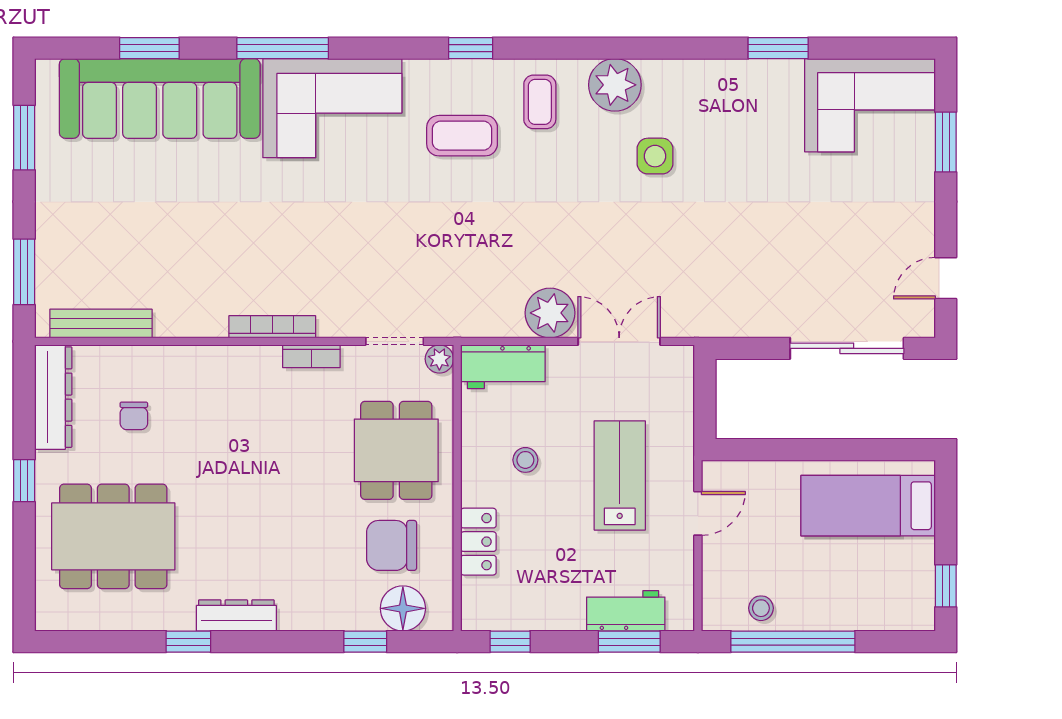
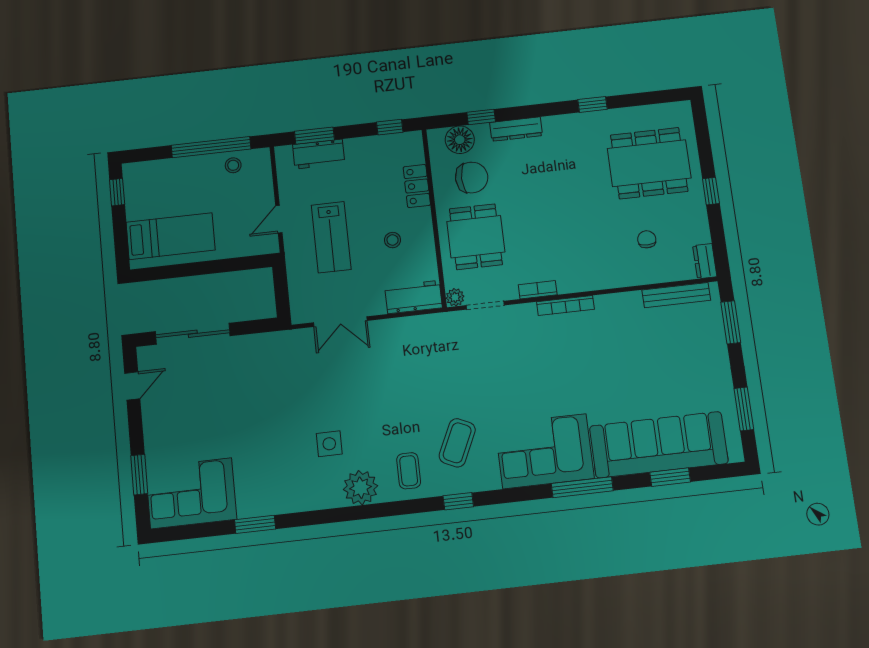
coffee table: (462, 136) -> (457, 443), turned -65
plant: (550, 313) -> (387, 335), removed
dresser: (53, 397) -> (705, 261), width x0.51, depth x0.80
dresser: (236, 615) -> (516, 129), moved

